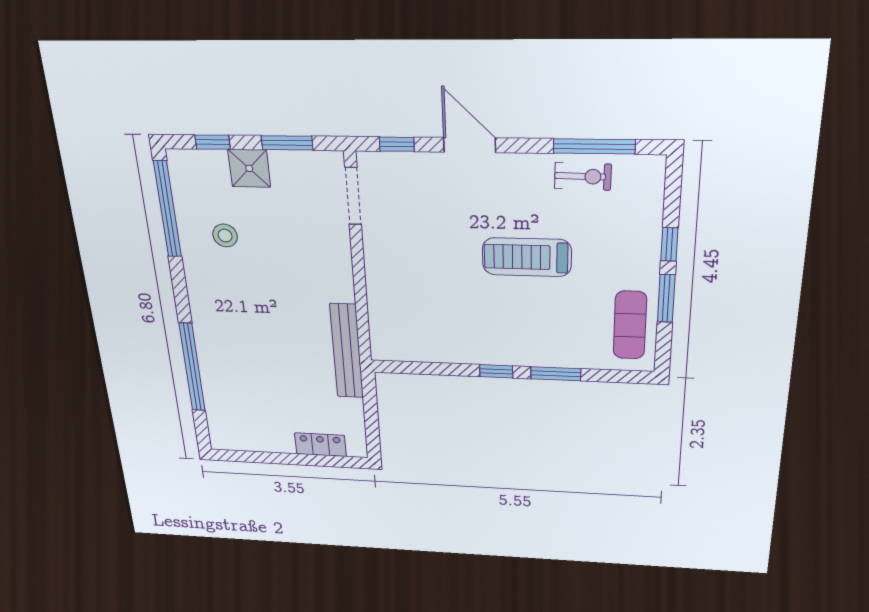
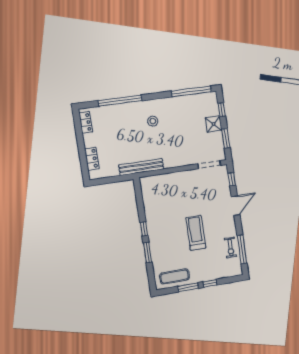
stool: (225, 236) -> (153, 121), moved
locker: (240, 441) -> (86, 122), added

